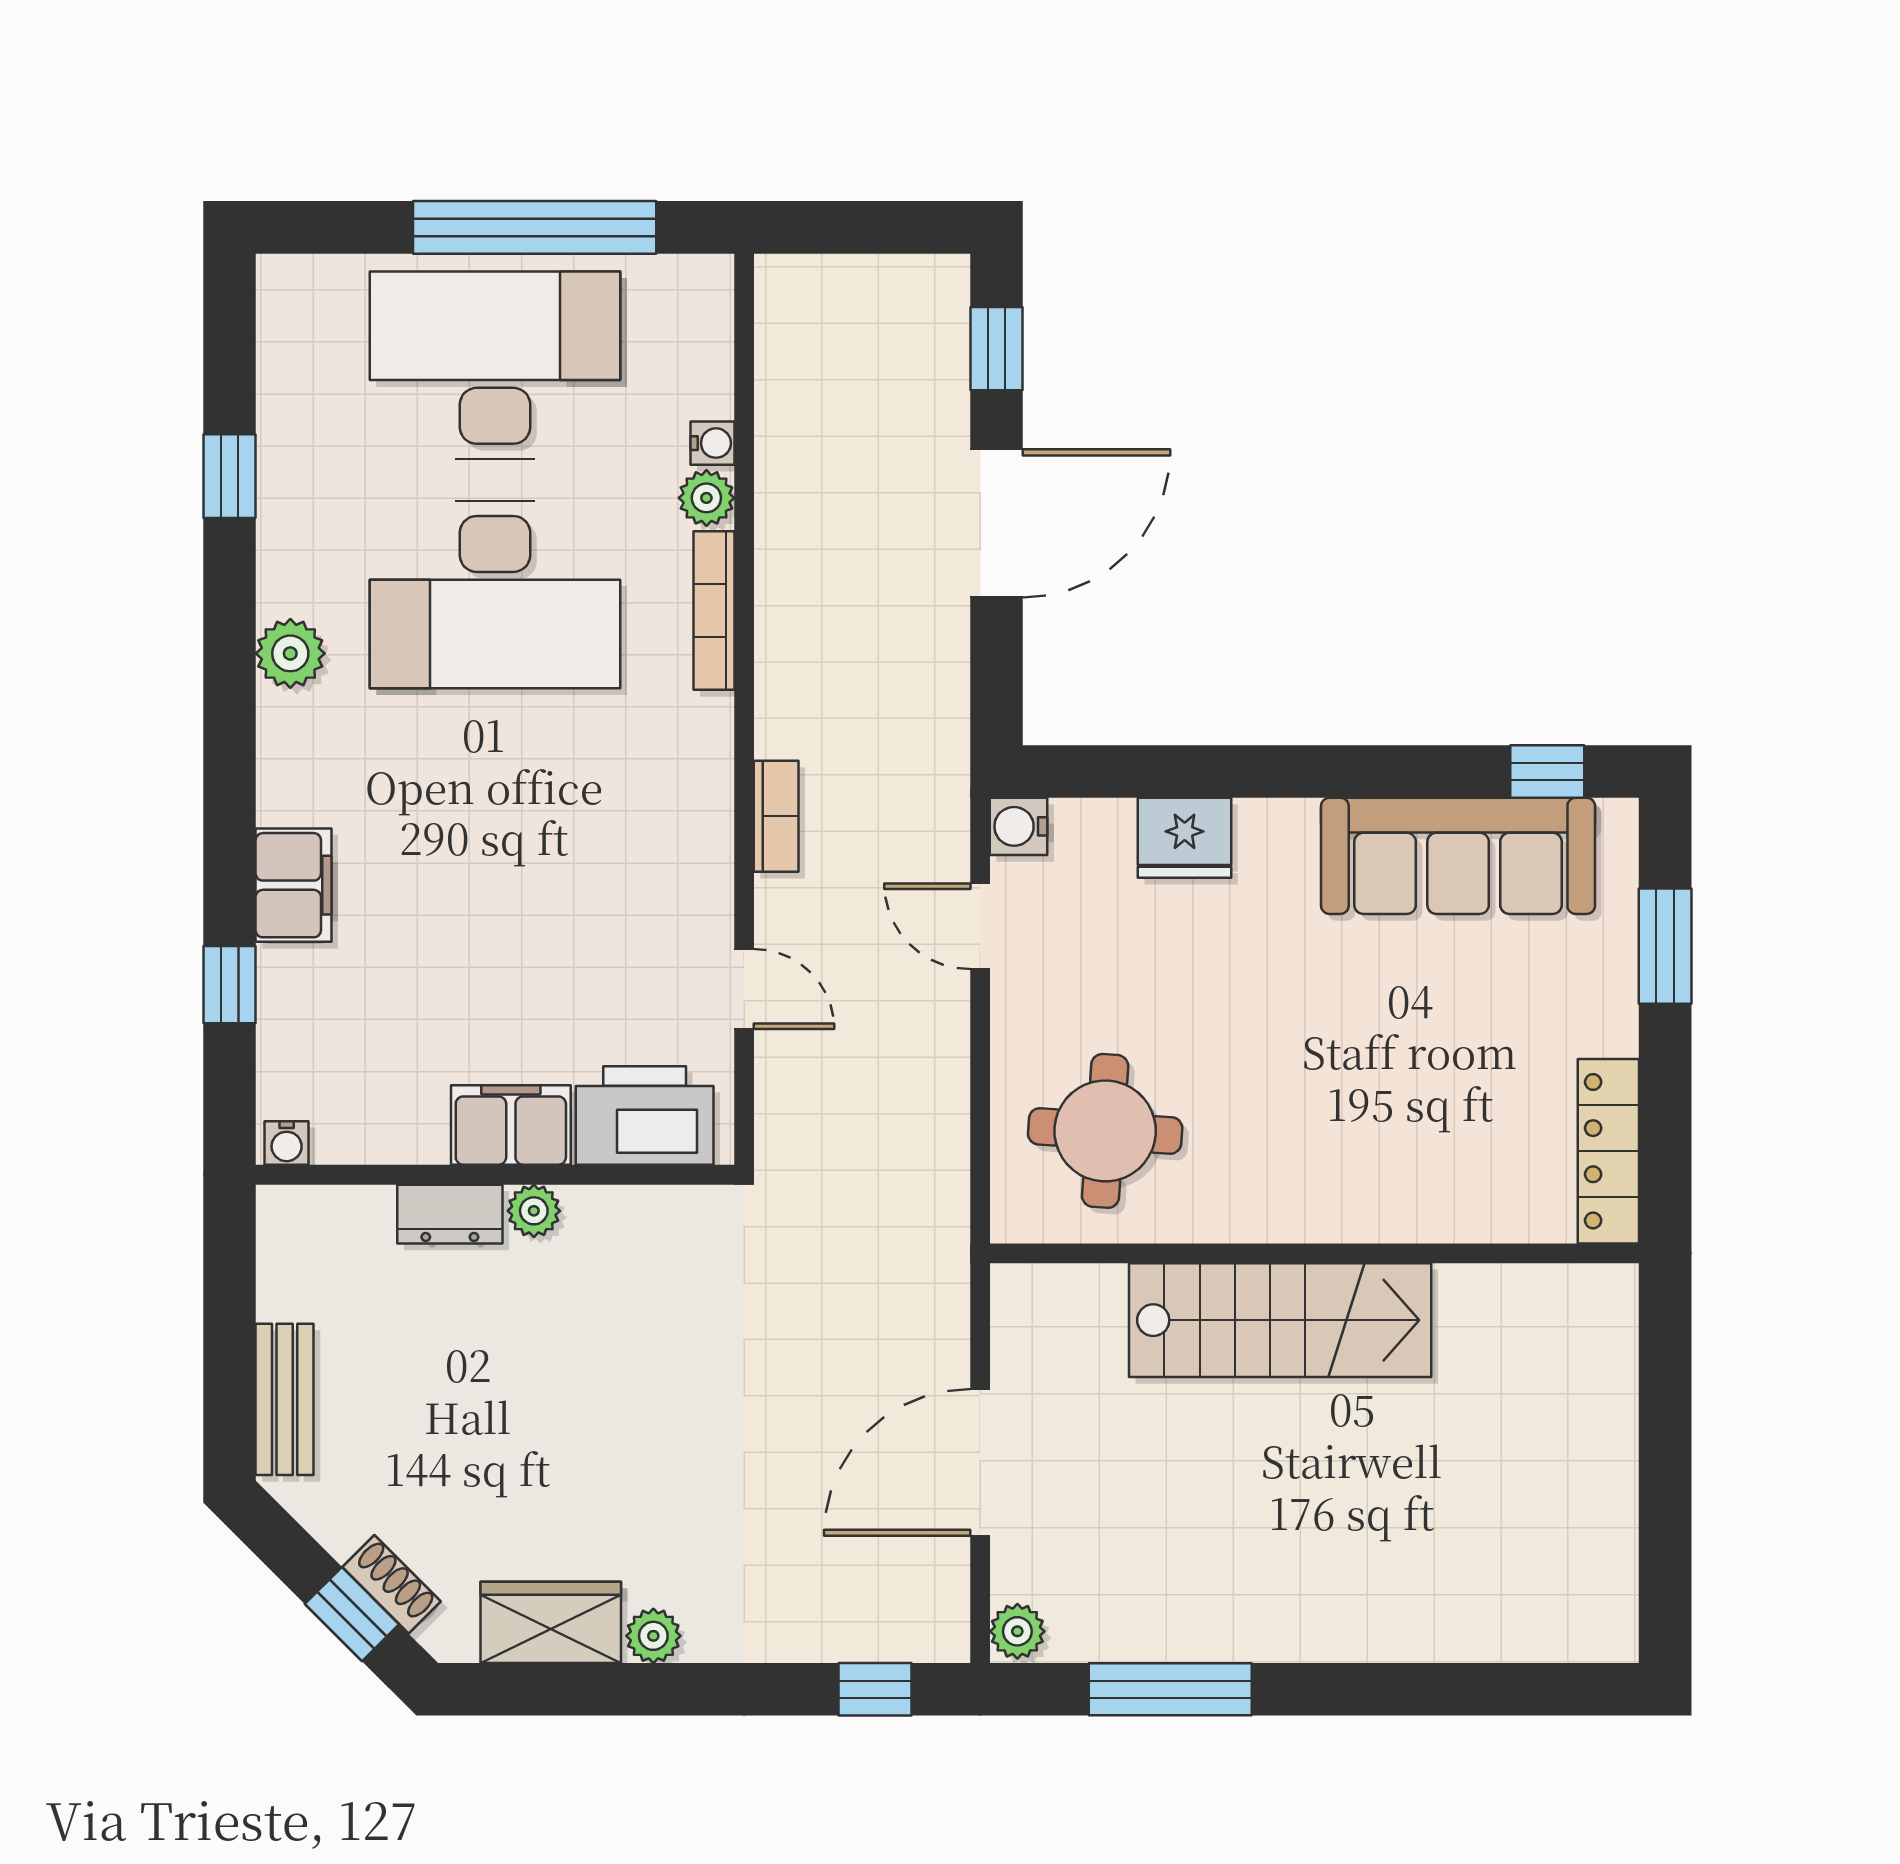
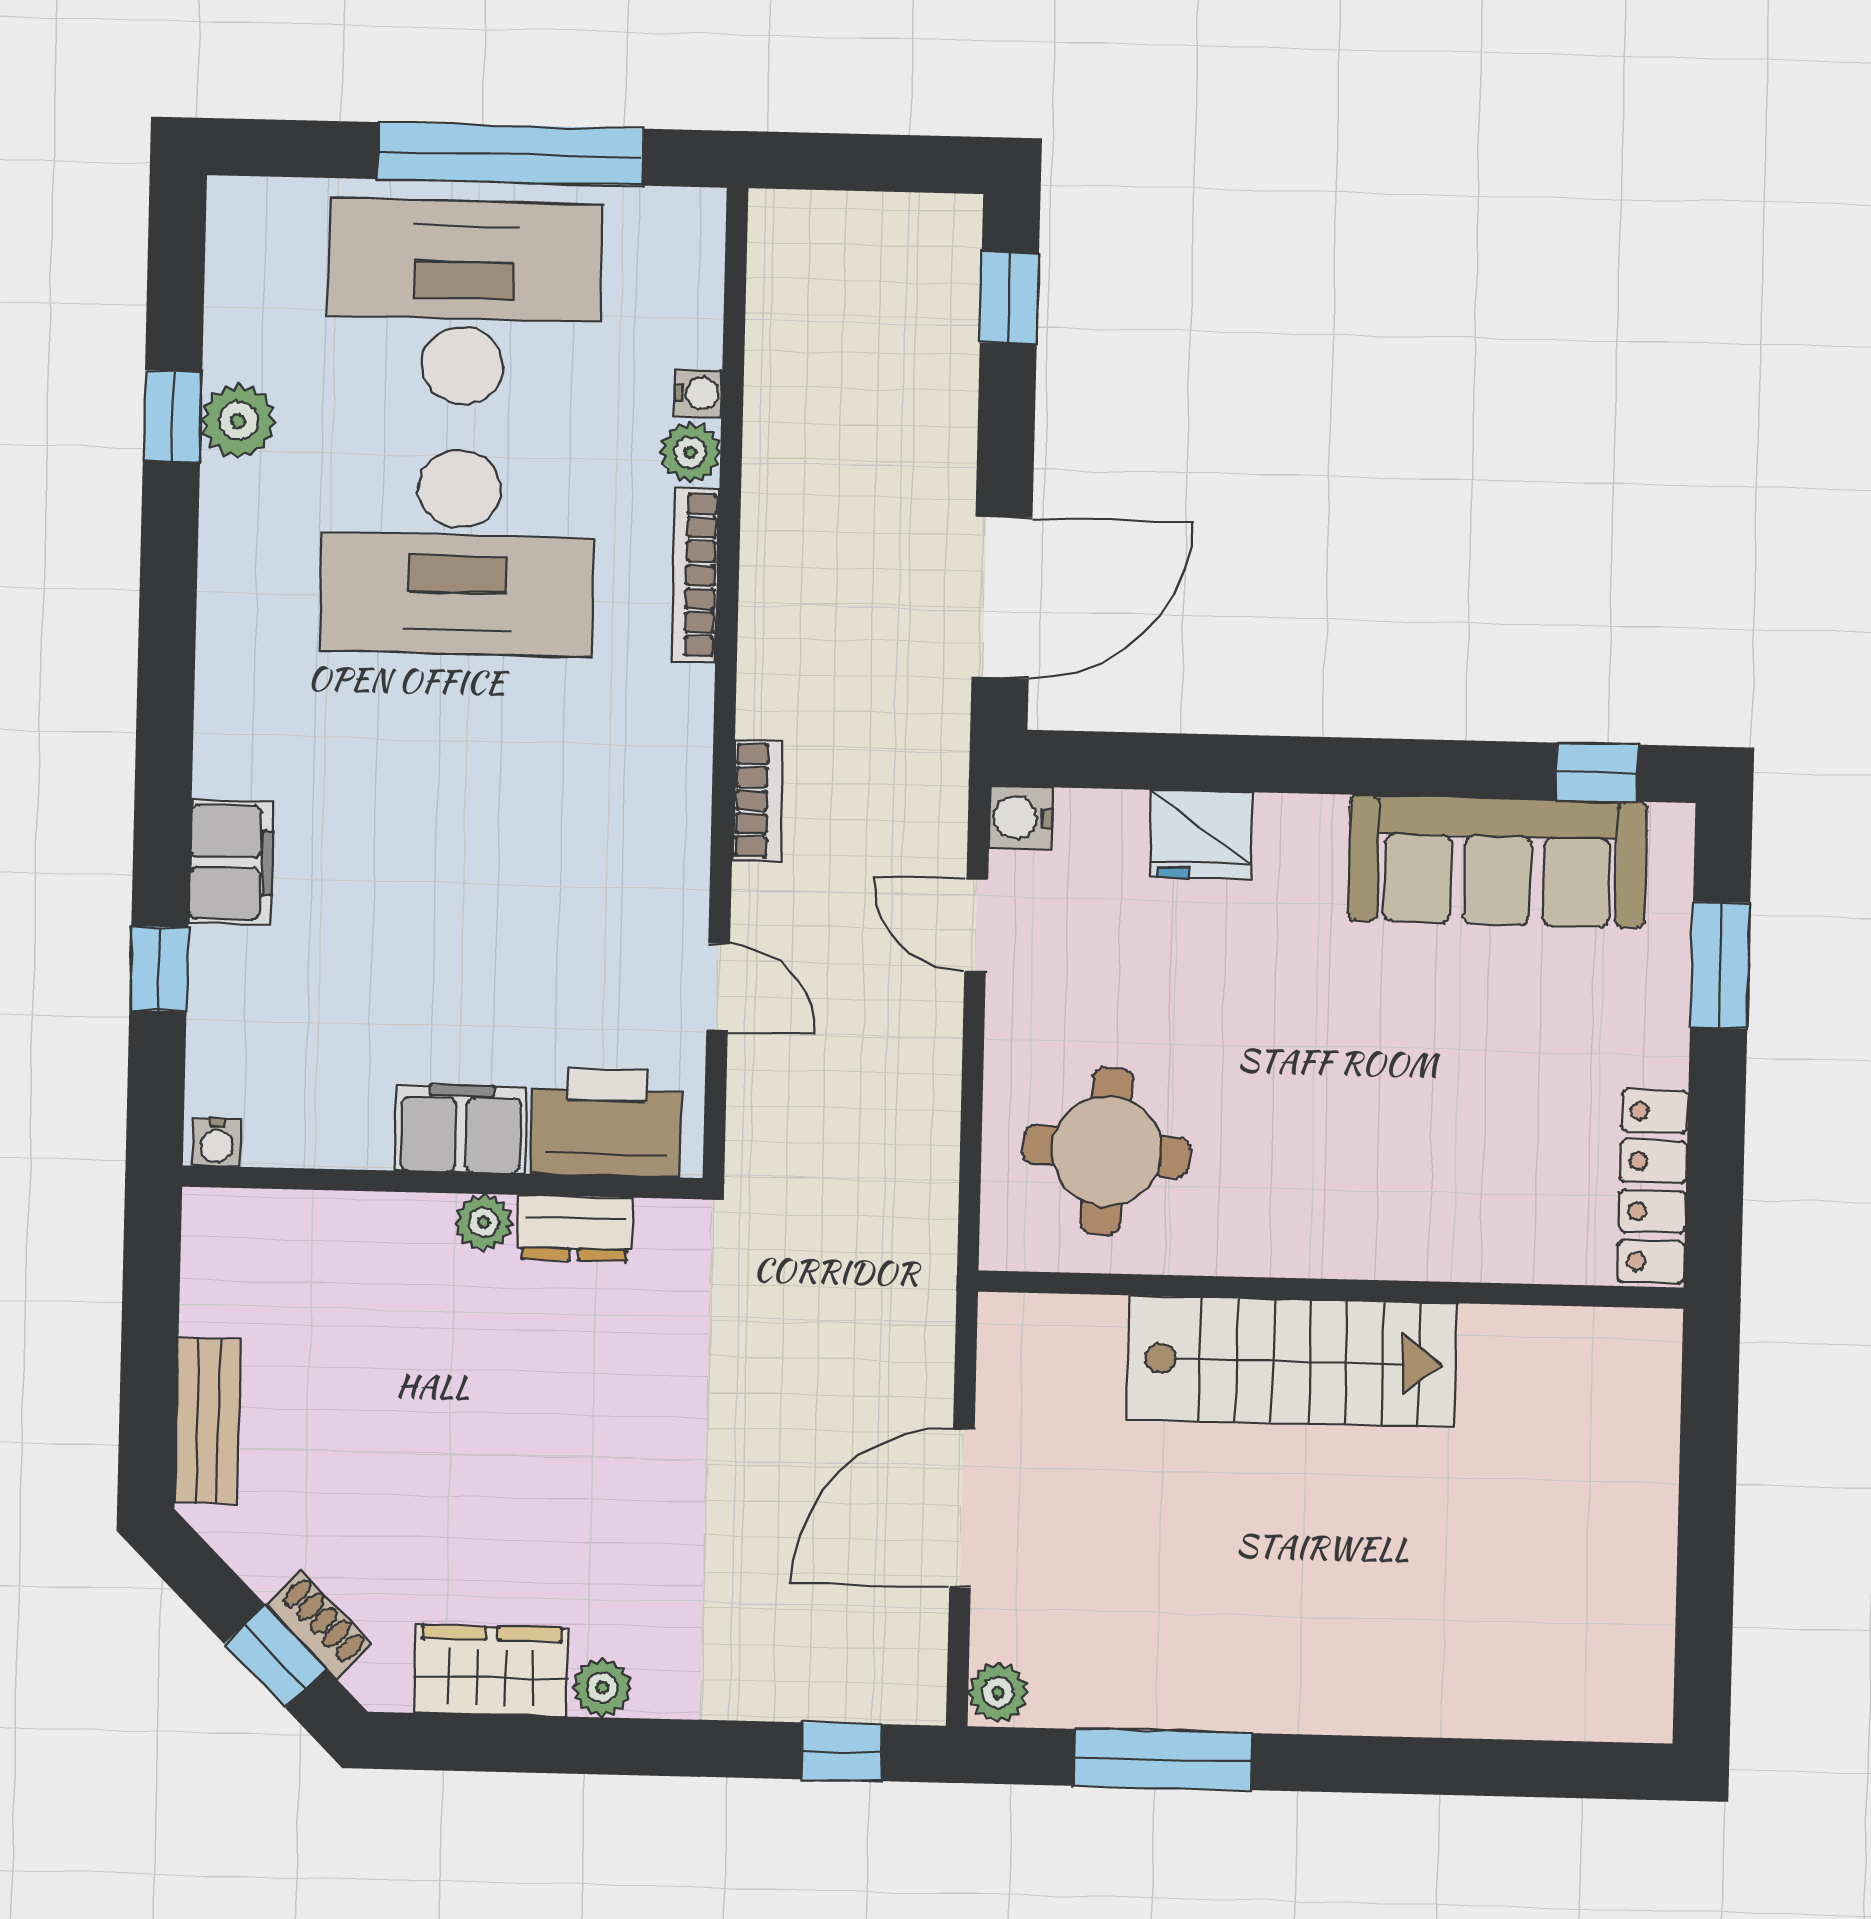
door: (996, 523) -> (1002, 597), moved
plant: (290, 653) -> (238, 421), moved
dresser: (450, 1214) -> (575, 1228), moved

